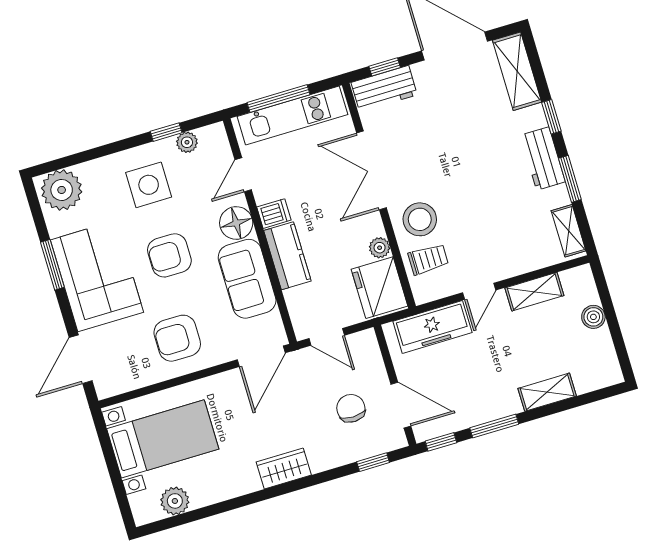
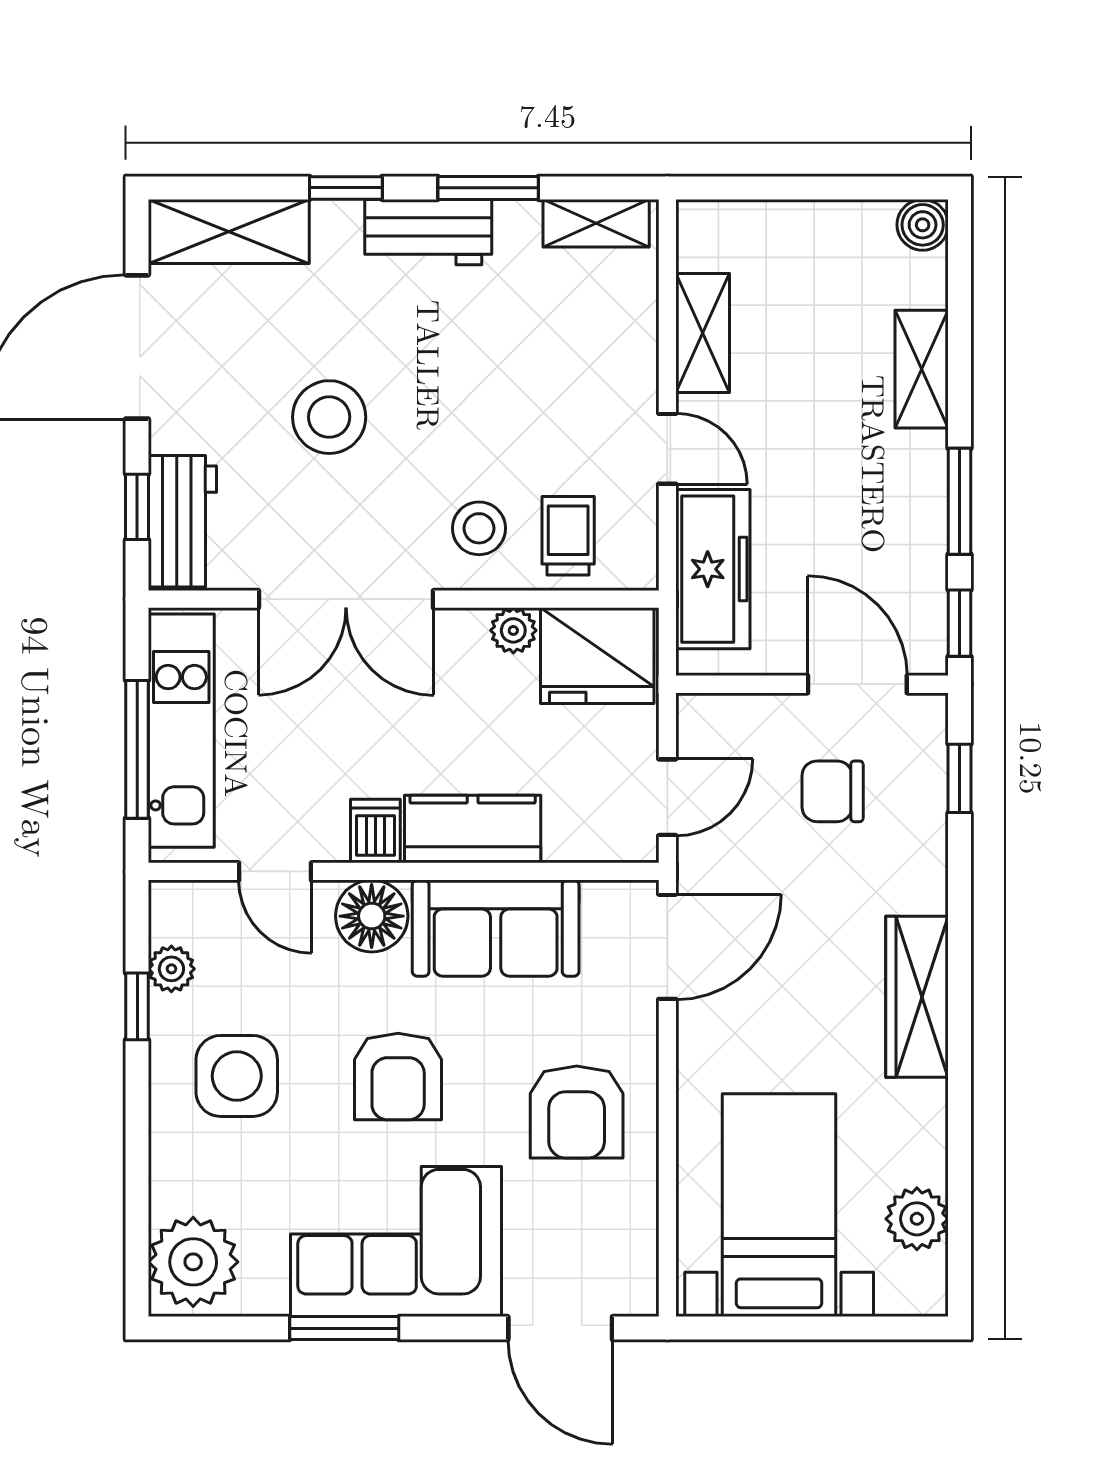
stool: (449, 139) -> (329, 417), added
stool: (420, 219) -> (479, 528), width x0.73, depth x0.73
boiler: (593, 317) -> (923, 225), moved
door: (261, 356) -> (667, 947), hinge flipped
door: (401, 405) -> (857, 684), hinge flipped
wardrobe: (284, 468) -> (917, 997), width x1.50

